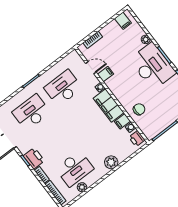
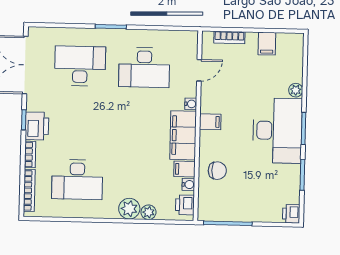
filing cabinet: (123, 21) -> (267, 44), moved
door: (91, 68) -> (199, 70), hinge flipped
filing cabinet: (106, 74) -> (210, 122), moved
desk: (63, 88) -> (144, 68), turned 180
plant: (82, 187) -> (148, 212), moved

